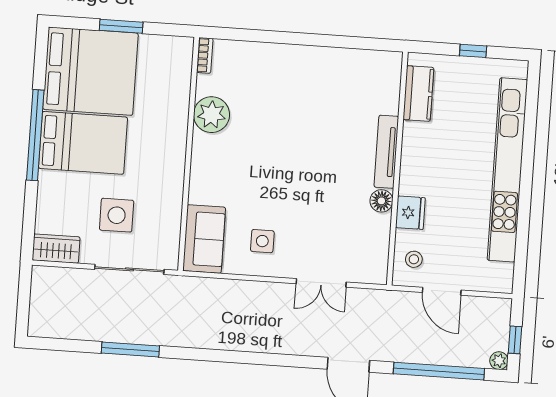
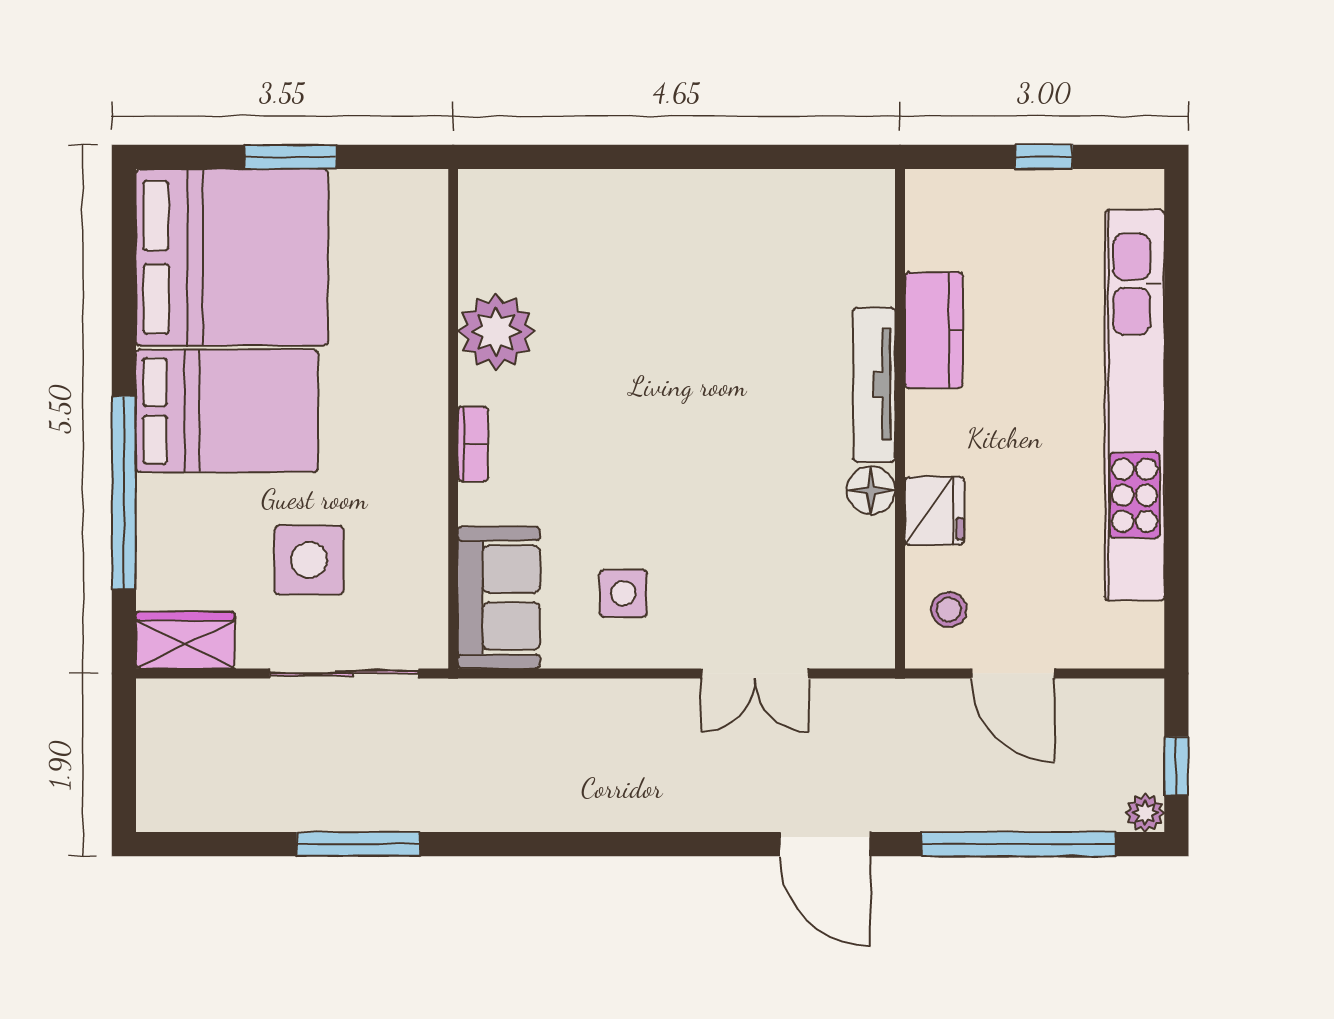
bookcase: (205, 55) -> (473, 444), moved
kitchen counter: (418, 94) -> (934, 330), moved
window: (35, 135) -> (124, 493), moved

